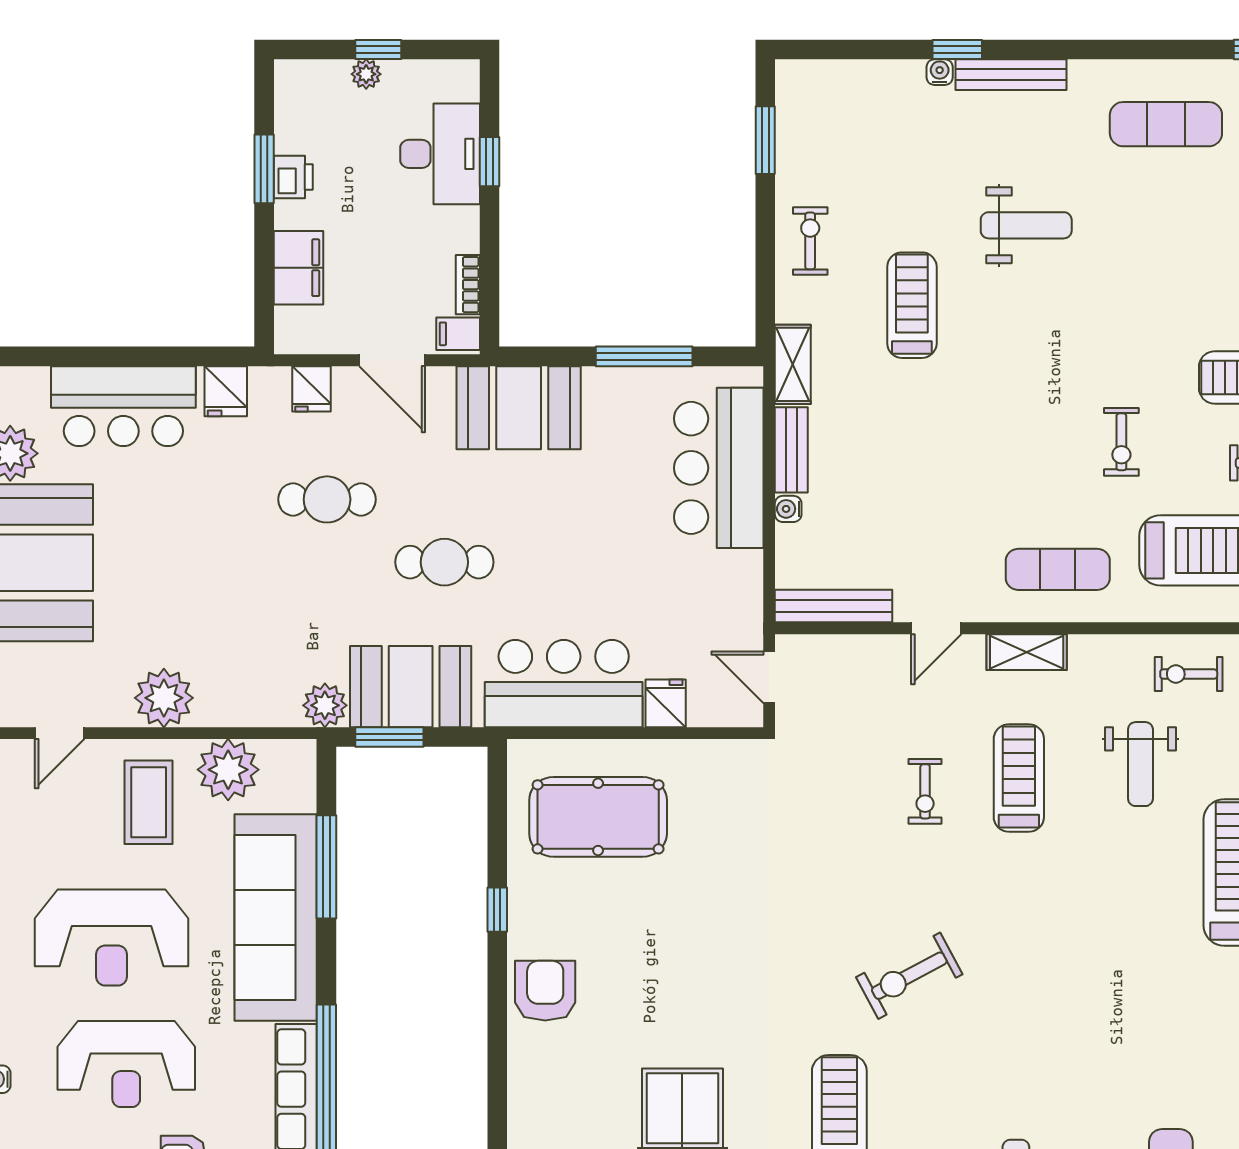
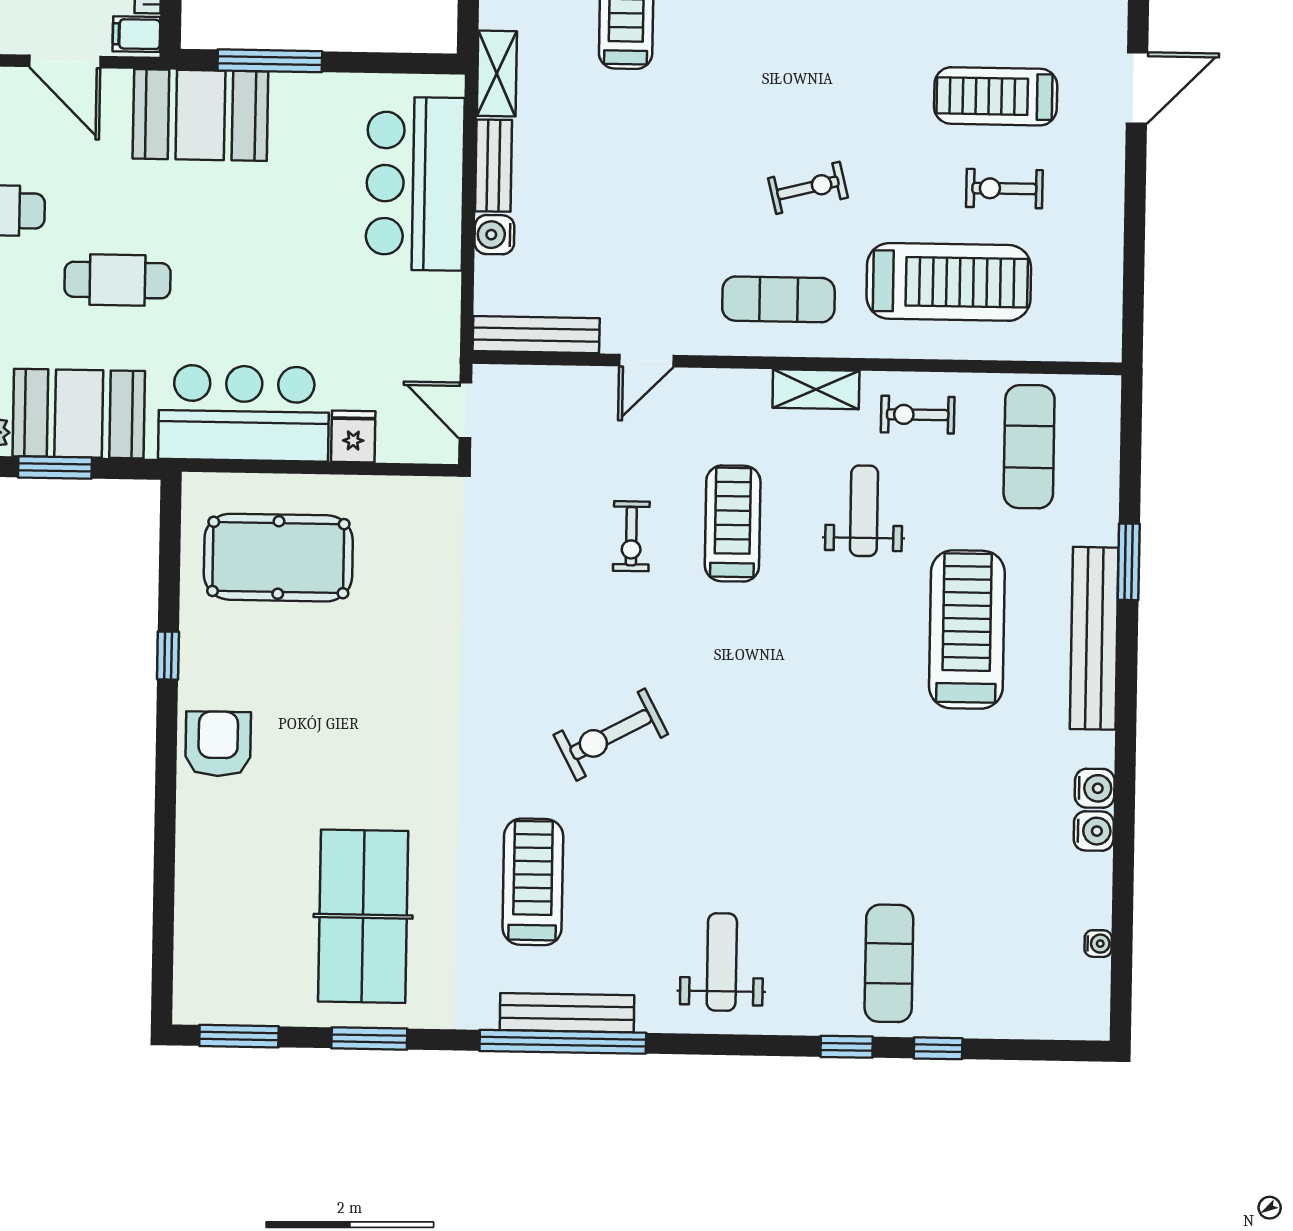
window: (644, 356) -> (270, 61), moved
exercise bike: (1121, 442) -> (808, 188), moved, turned -104
water cooler: (788, 509) -> (494, 235), width x1.38, depth x1.38
shelving: (1027, 652) -> (816, 389), moved
weight bench: (1140, 764) -> (864, 511), turned 180

